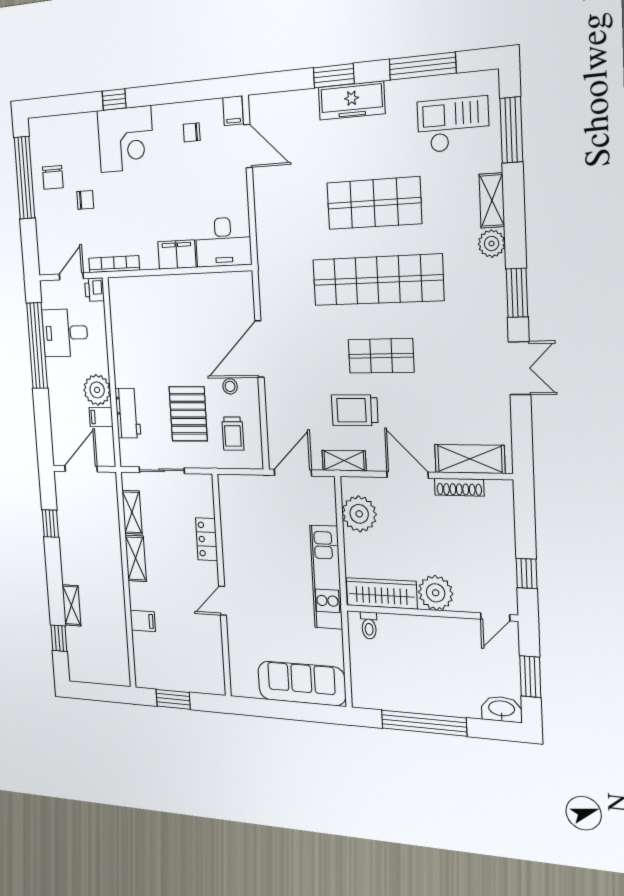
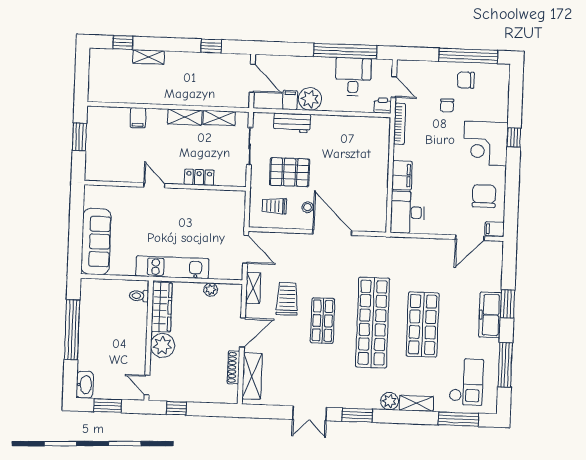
chair: (192, 132) -> (484, 196), width x1.87, depth x1.87
plant: (359, 514) -> (211, 290), width x0.53, depth x0.53

